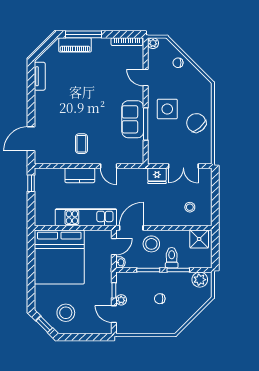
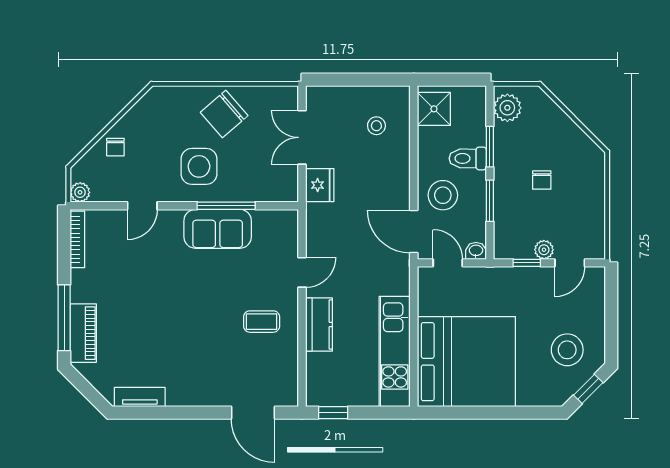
double door: (183, 166) -> (302, 137), swing flipped
kitchen unit: (86, 217) -> (395, 352), moved

